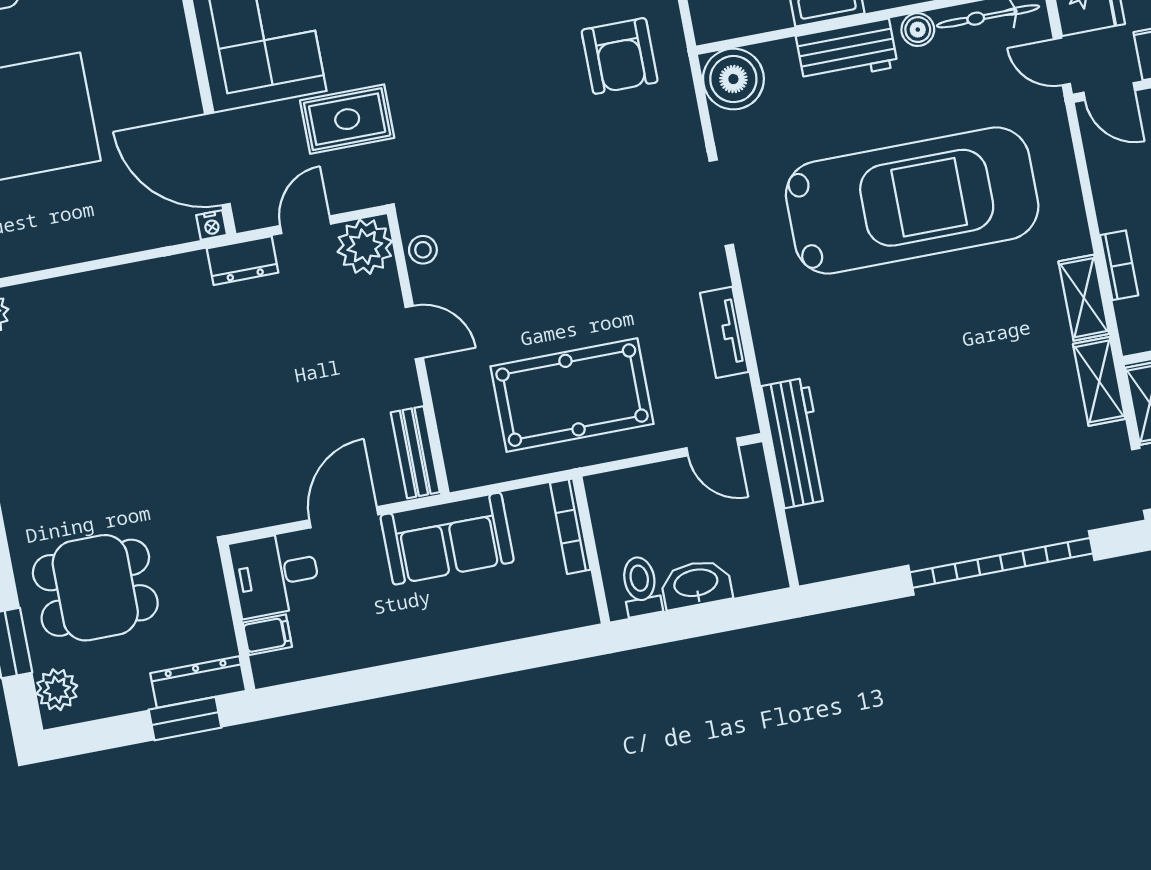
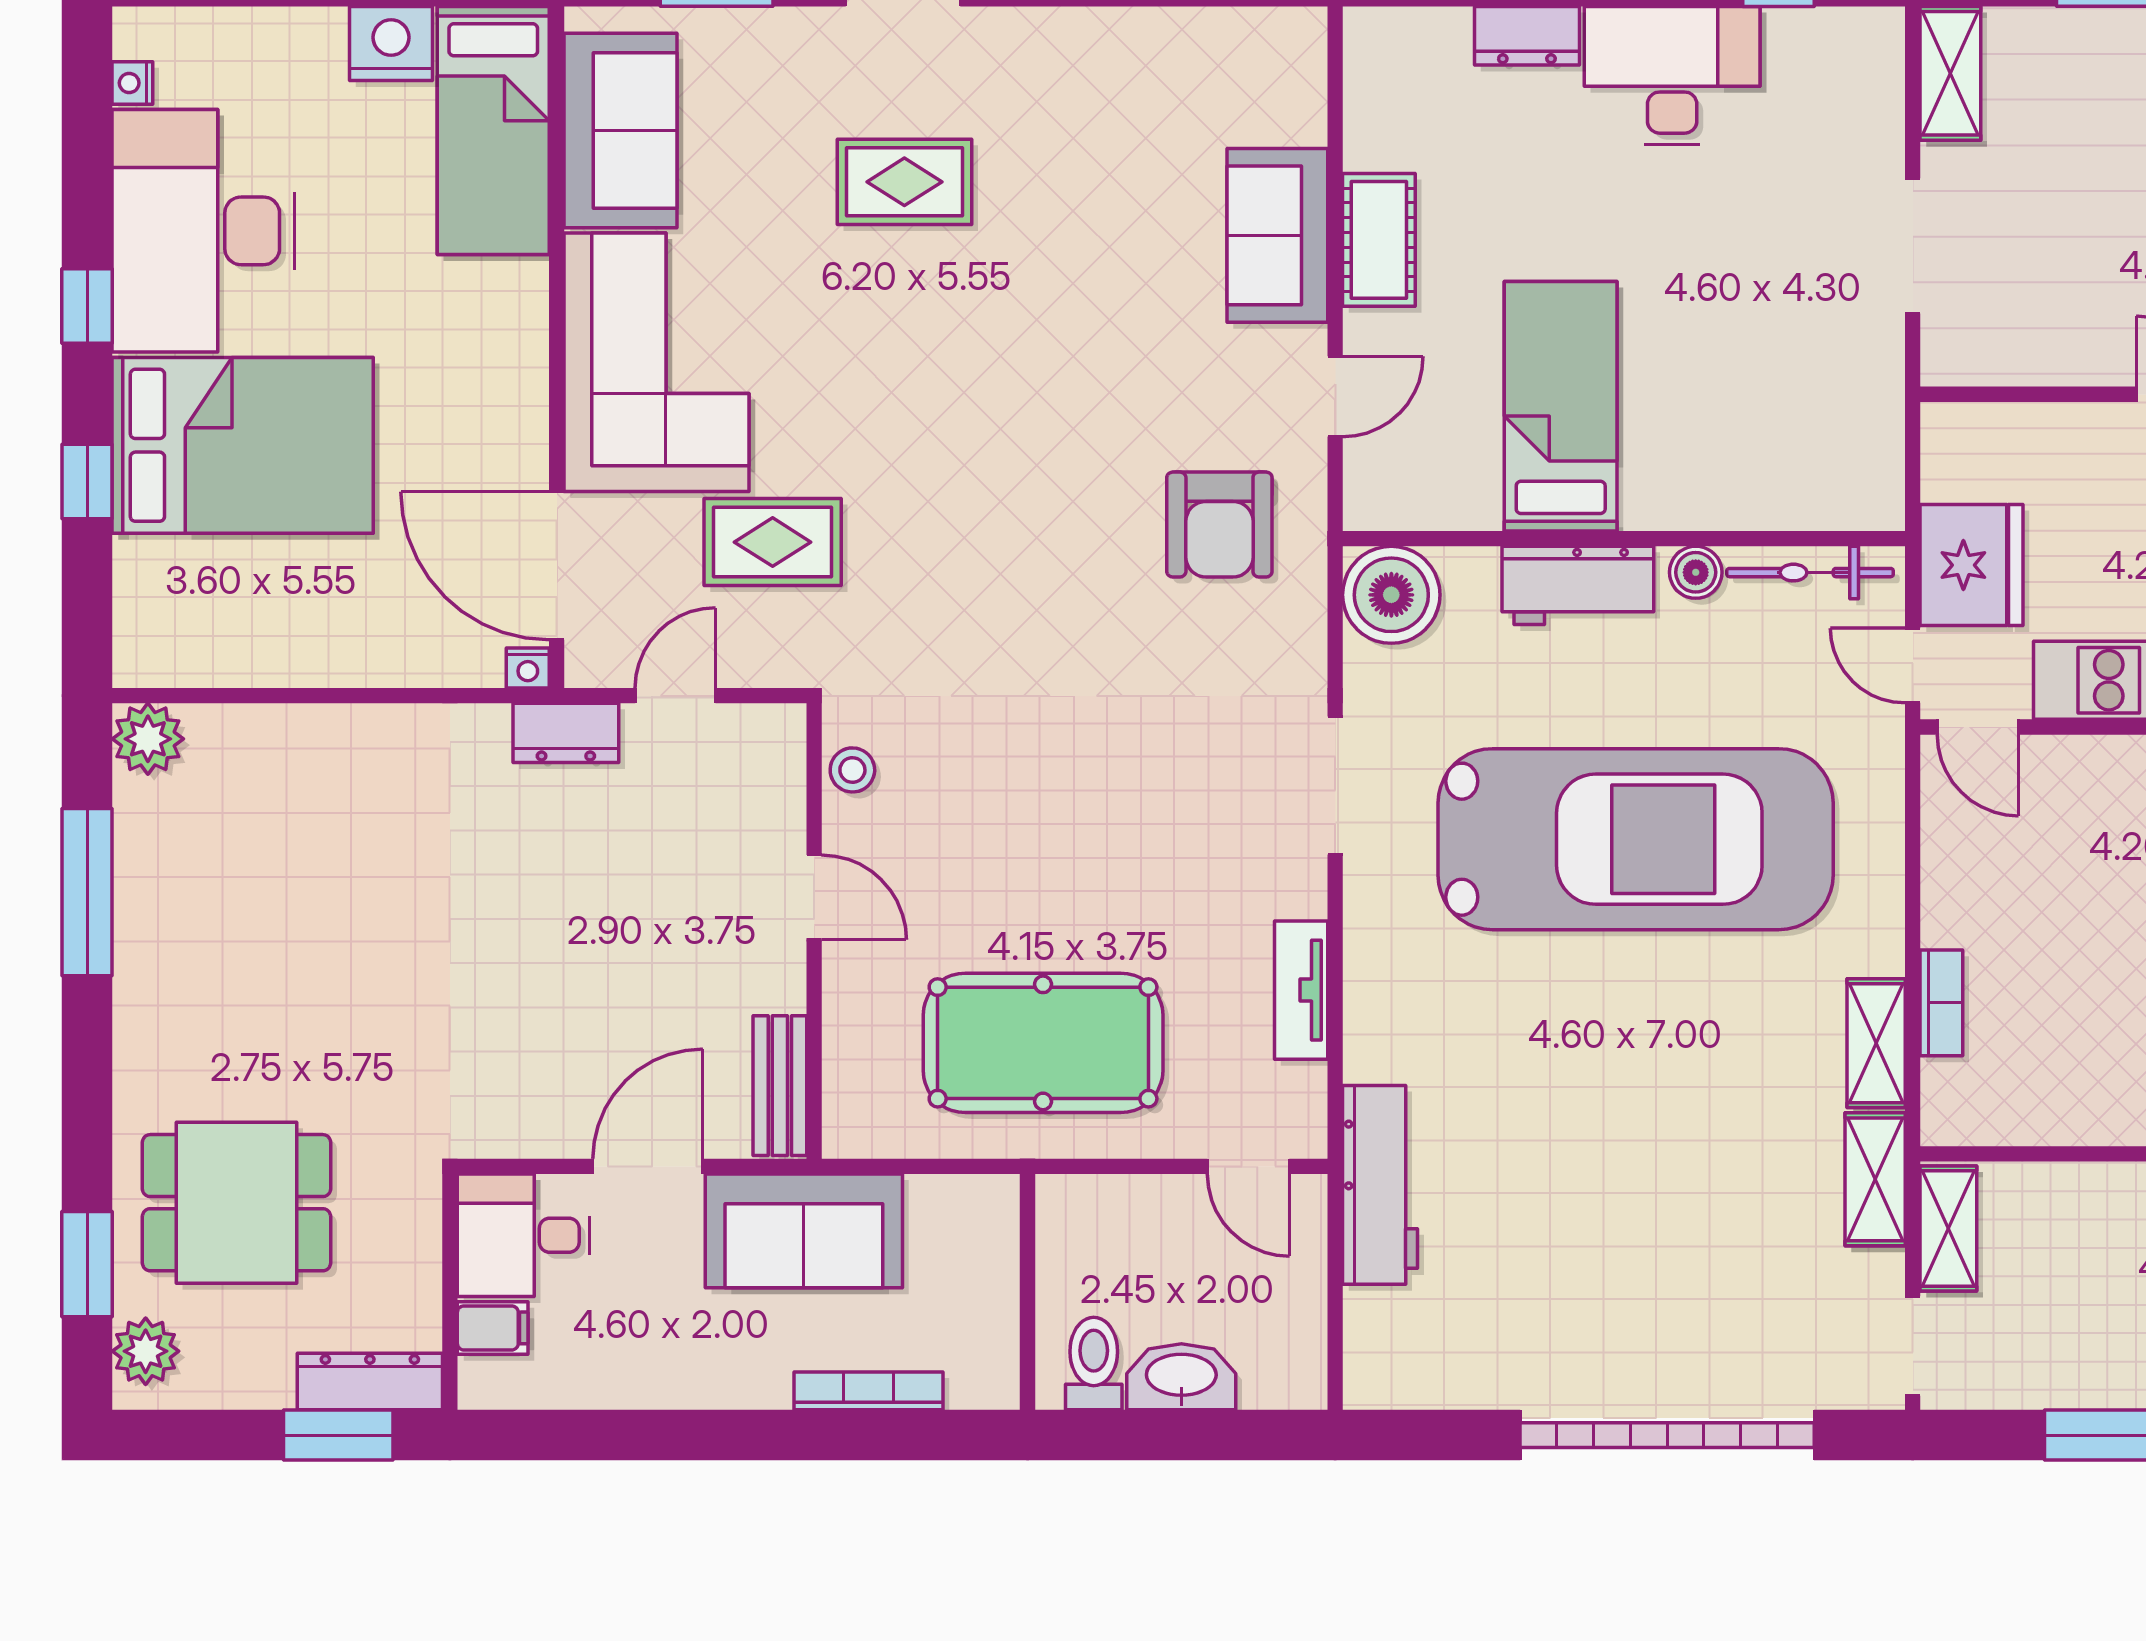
plant: (365, 247) -> (762, 748), removed
bookcase: (570, 526) -> (869, 1391), moved, turned 90

